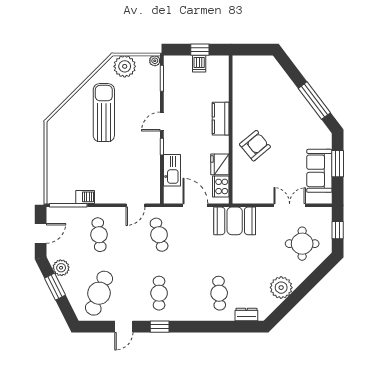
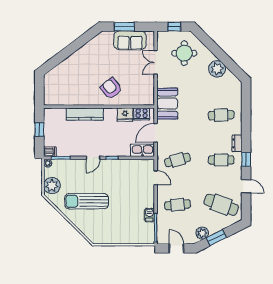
dishwasher: (199, 64) -> (50, 152), moved
window: (314, 101) -> (77, 44), removed
kitchen counter: (221, 119) -> (85, 114), width x1.50
door: (162, 121) -> (93, 158), hinge flipped
kitchen sink: (172, 170) -> (142, 150), moved
dresser: (246, 315) -> (237, 143), moved

